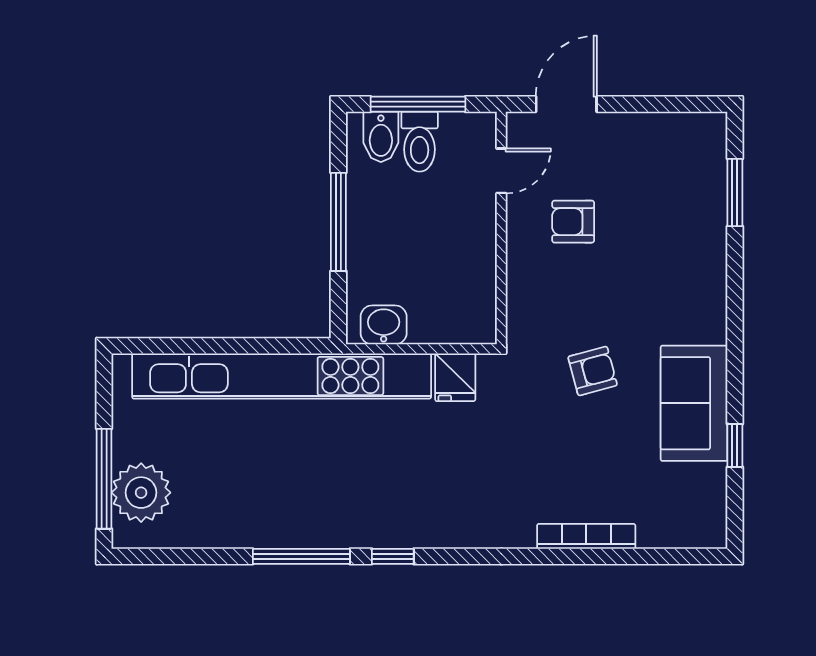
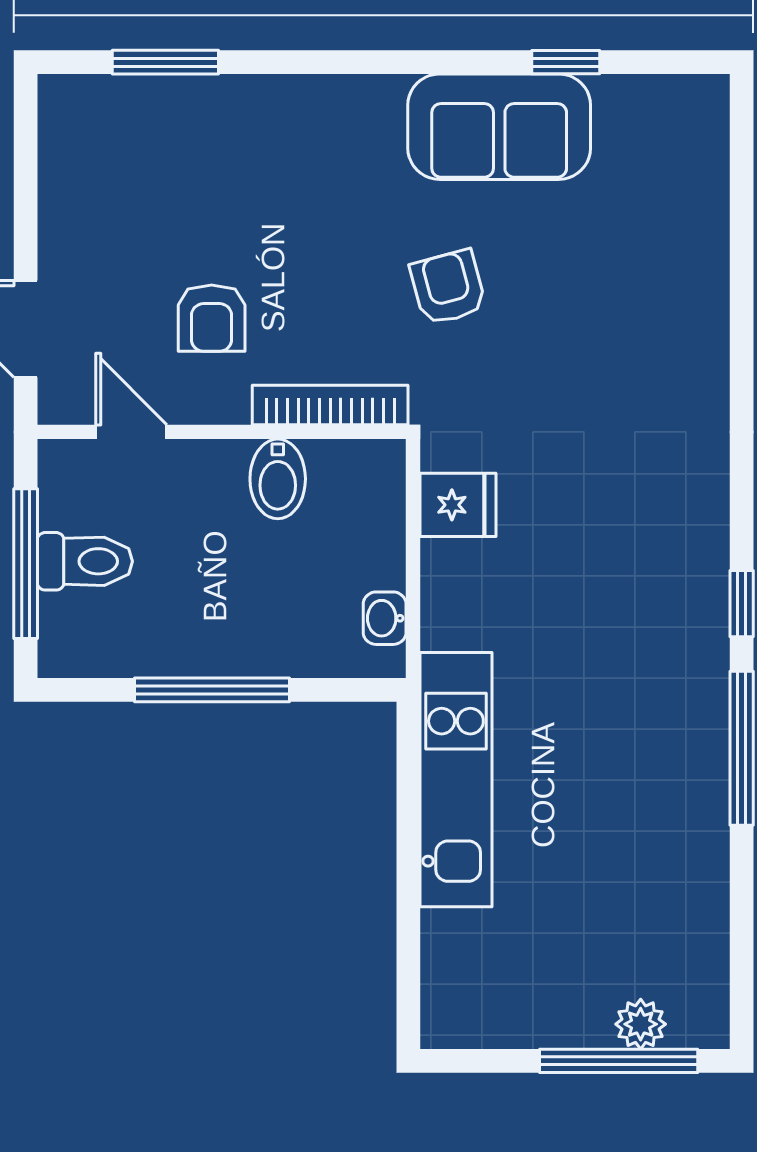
bidet: (381, 137) -> (278, 479), moved, turned 90
washbasin: (384, 325) -> (385, 618), width x0.72, depth x0.69
kitchen unit: (282, 376) -> (456, 780), width x0.54
plant: (141, 493) -> (641, 1024), width x0.53, depth x0.53
bookcase: (586, 536) -> (330, 405), moved, turned 90

